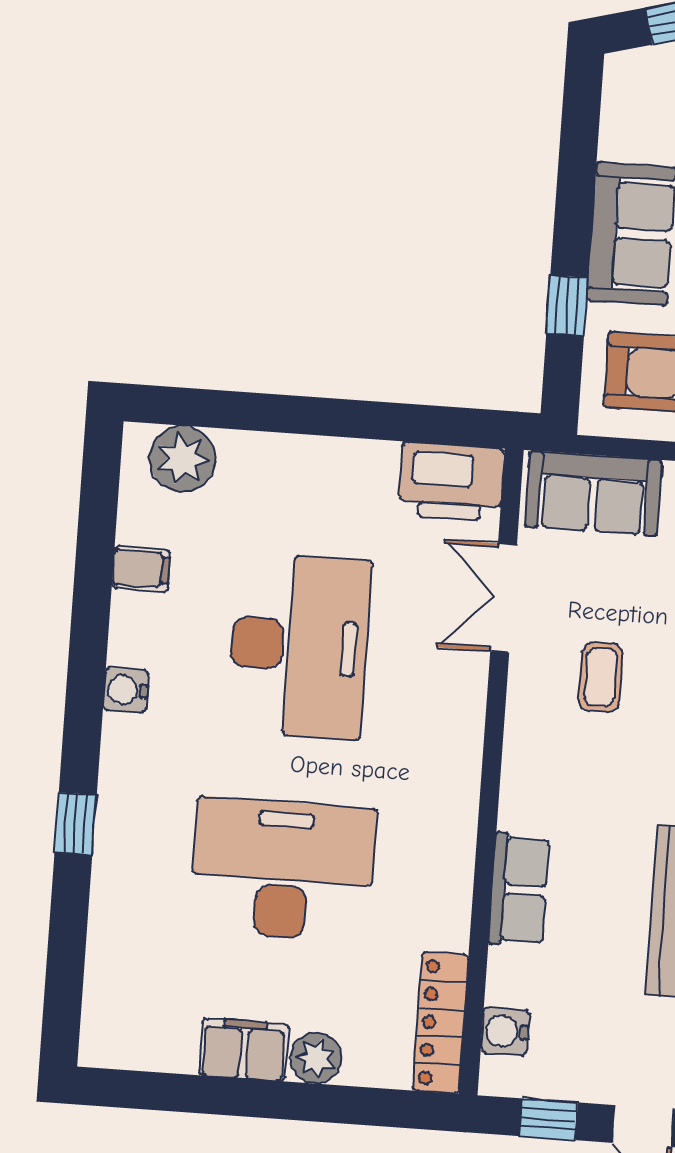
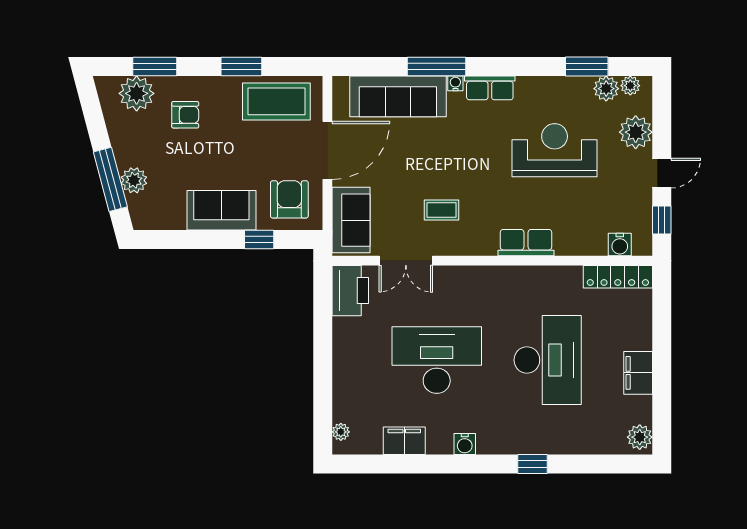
plant: (182, 459) -> (341, 432), width x0.53, depth x0.53
filing cabinet: (141, 569) -> (404, 441), width x2.00
desk: (283, 869) -> (548, 360), turned 180
row of seats: (519, 890) -> (526, 243), moved
plant: (316, 1058) -> (640, 437), moved

